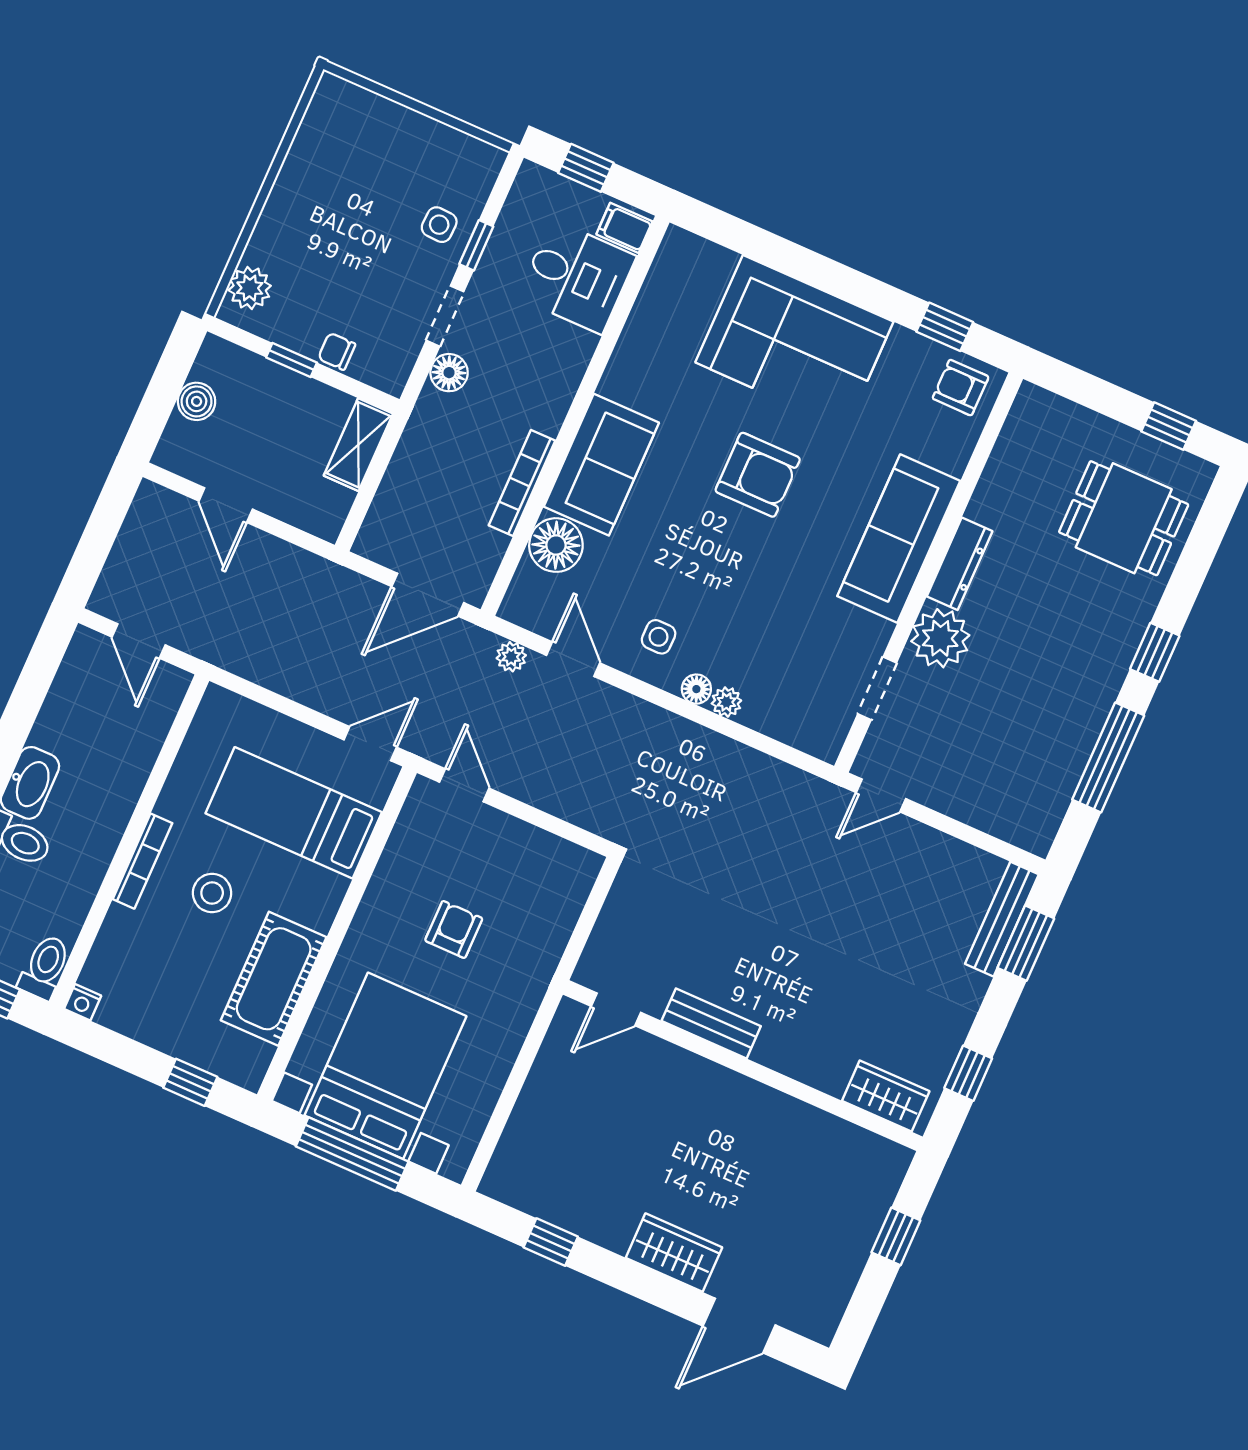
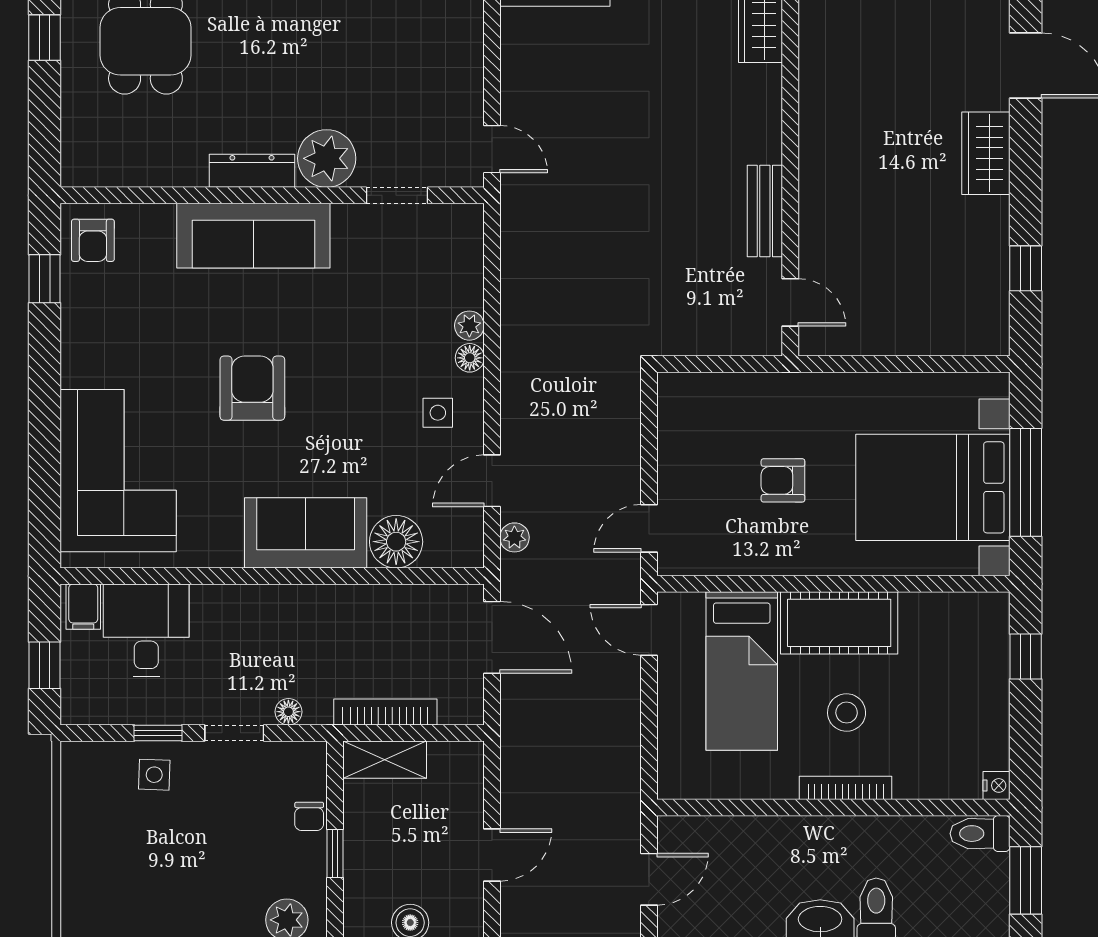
corner sofa: (794, 342) -> (118, 471), moved
floor lamp: (449, 373) -> (288, 712), width x0.73, depth x0.73
bookcase: (522, 483) -> (385, 712), moved, turned 180
cot: (274, 979) -> (839, 623), moved

